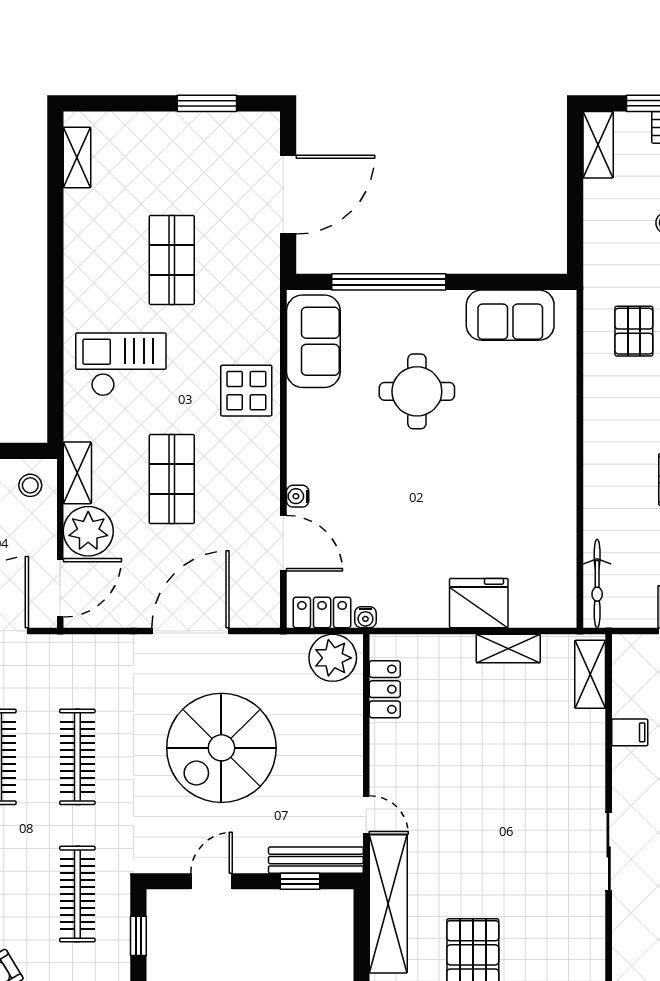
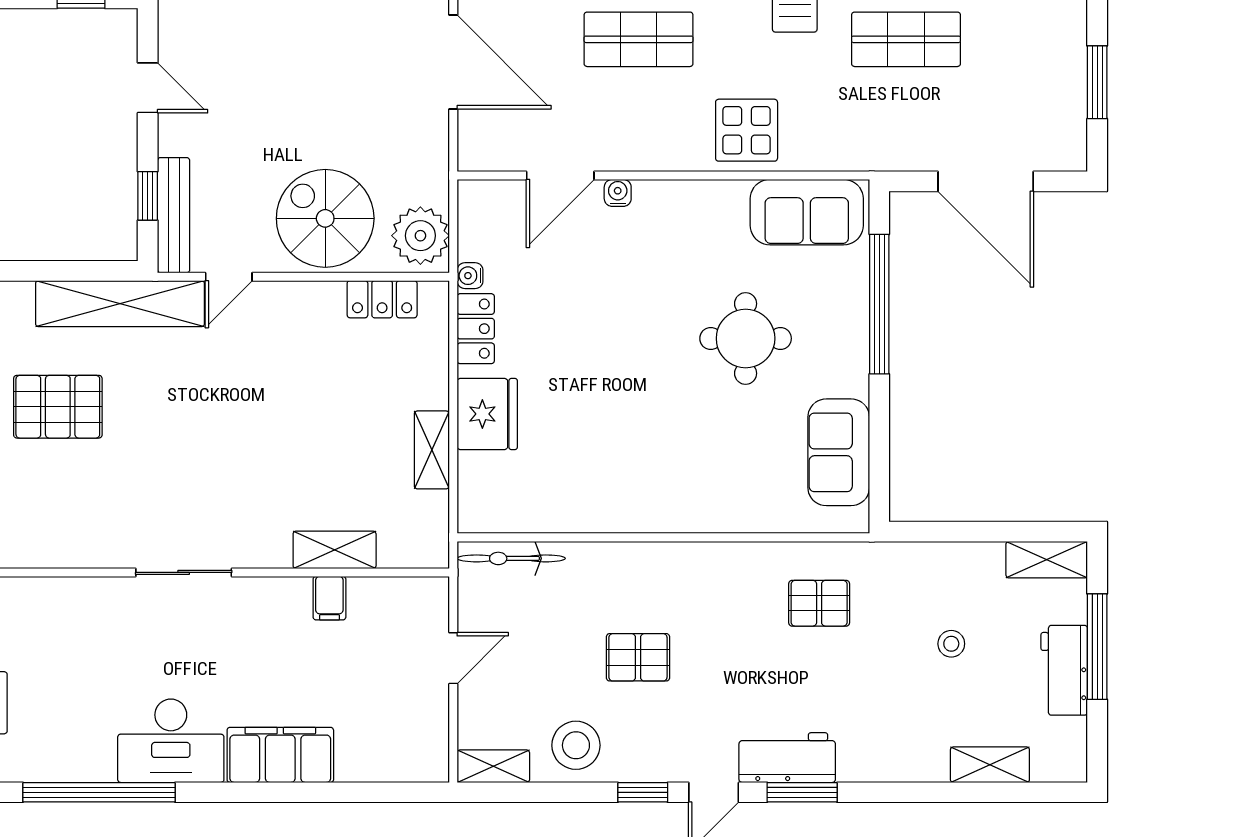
locker: (322, 613) -> (476, 329), moved
shelving: (590, 674) -> (335, 550), moved
spiral stairs: (221, 748) -> (325, 218), moved, width x0.73, depth x0.73

